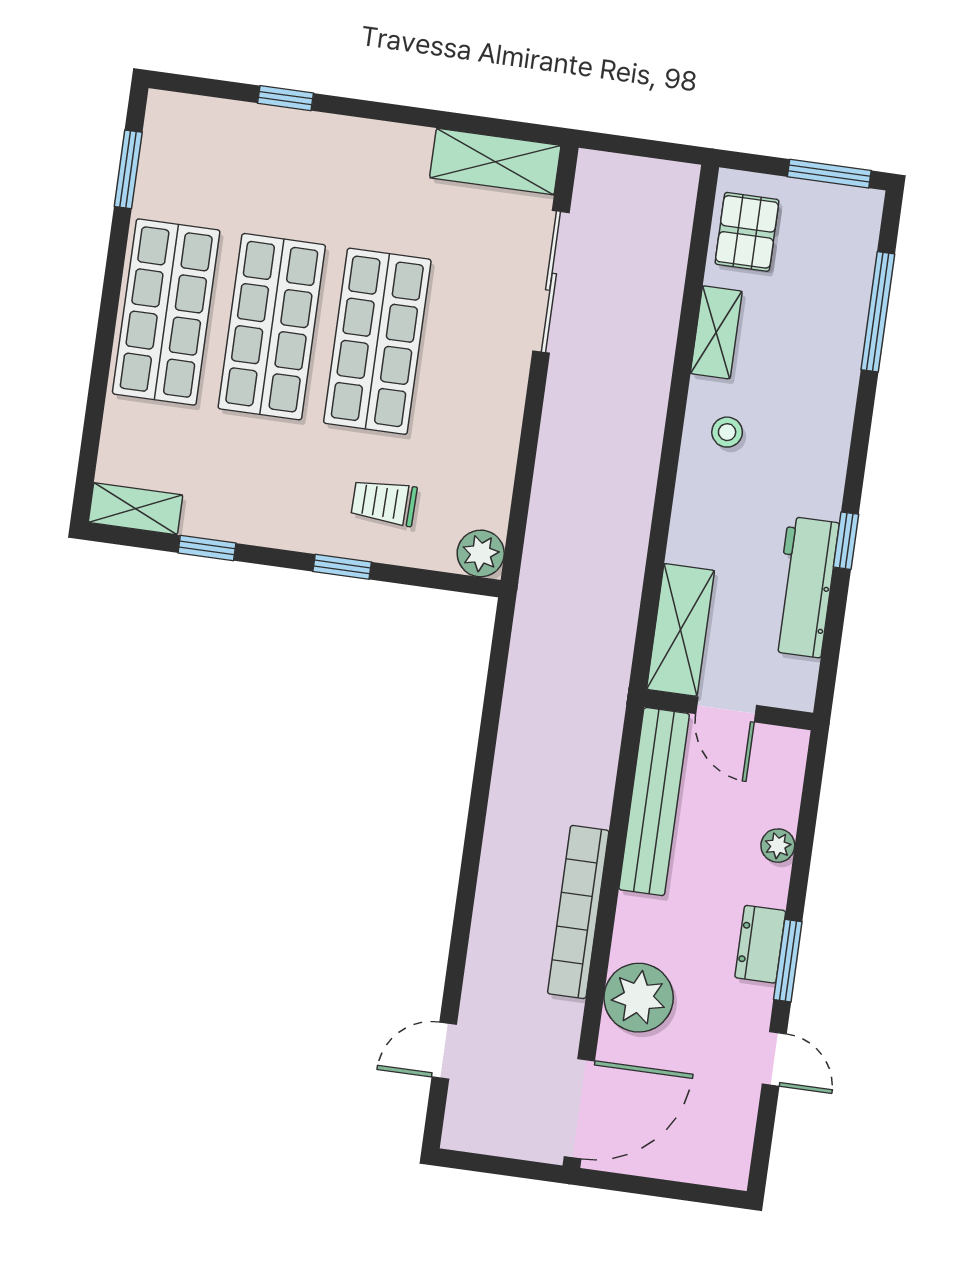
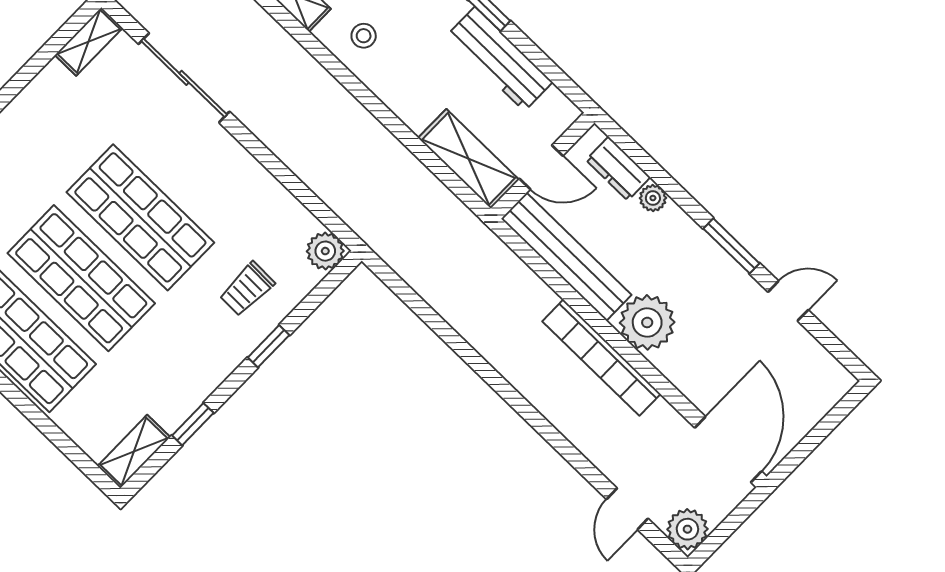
shelving: (495, 162) -> (89, 42), width x0.67, depth x0.75
dresser: (760, 944) -> (618, 169), moved
plant: (639, 998) -> (647, 322), moved
plant: (468, 1127) -> (687, 529), added

